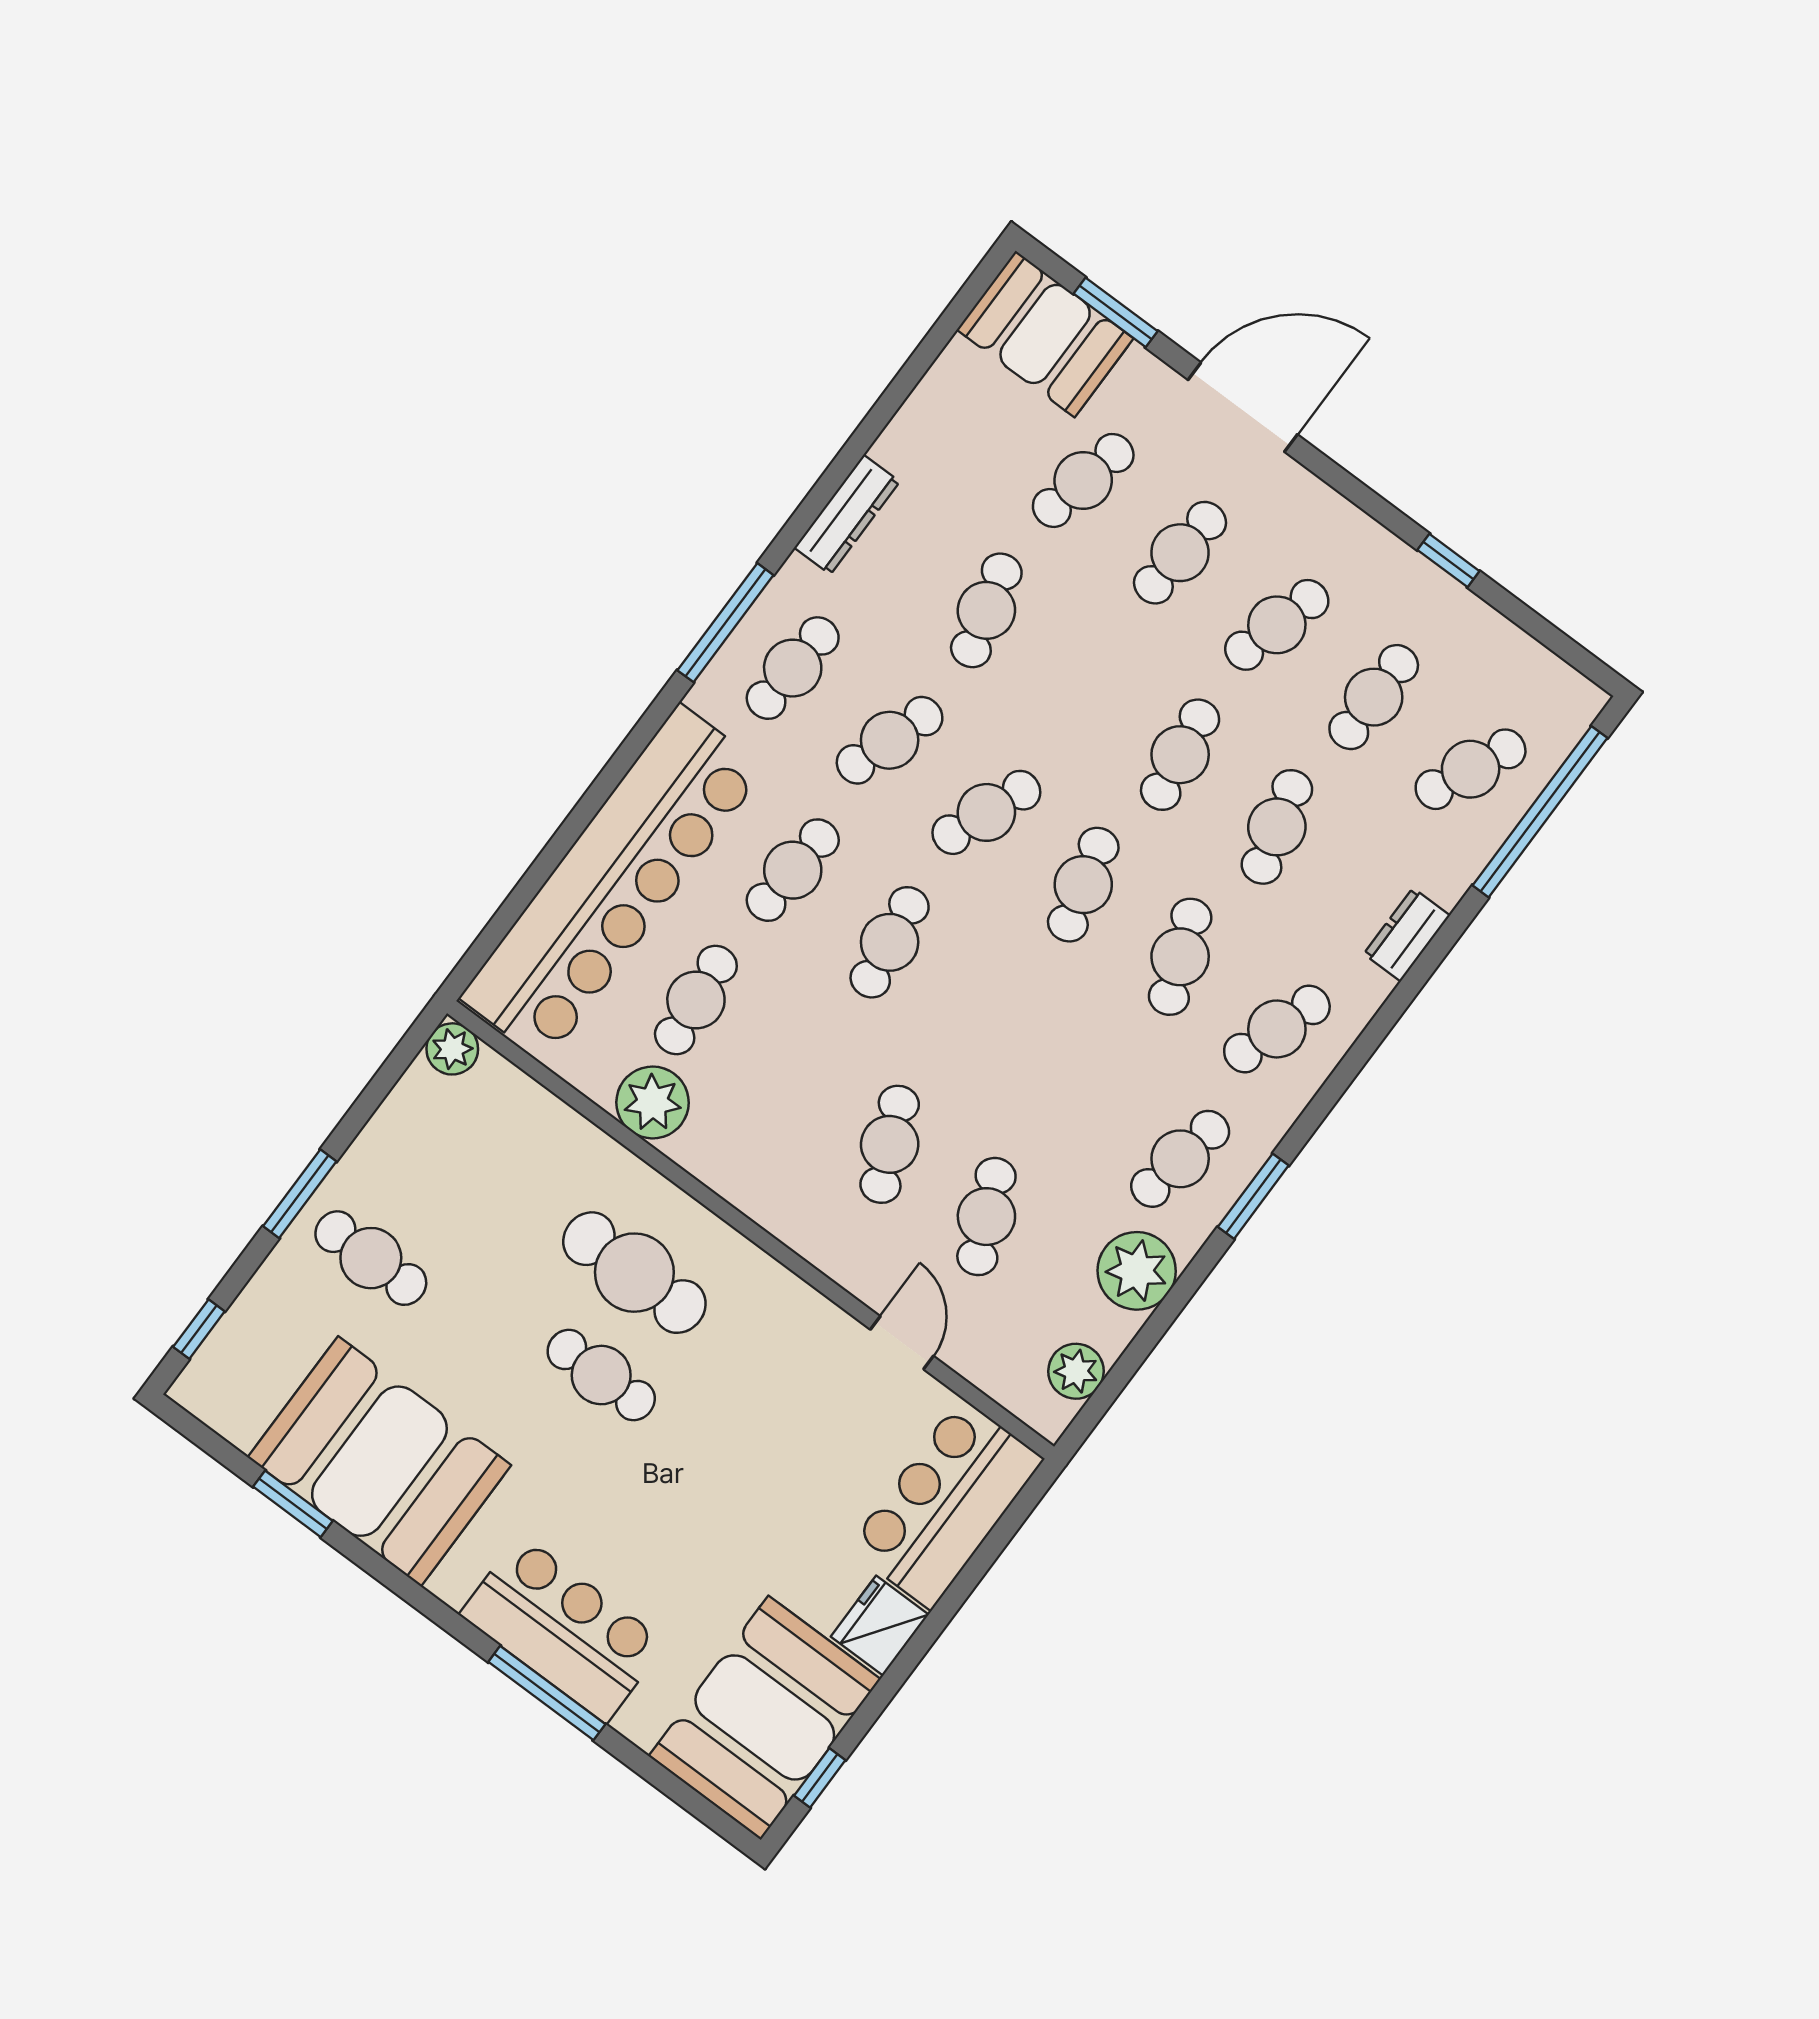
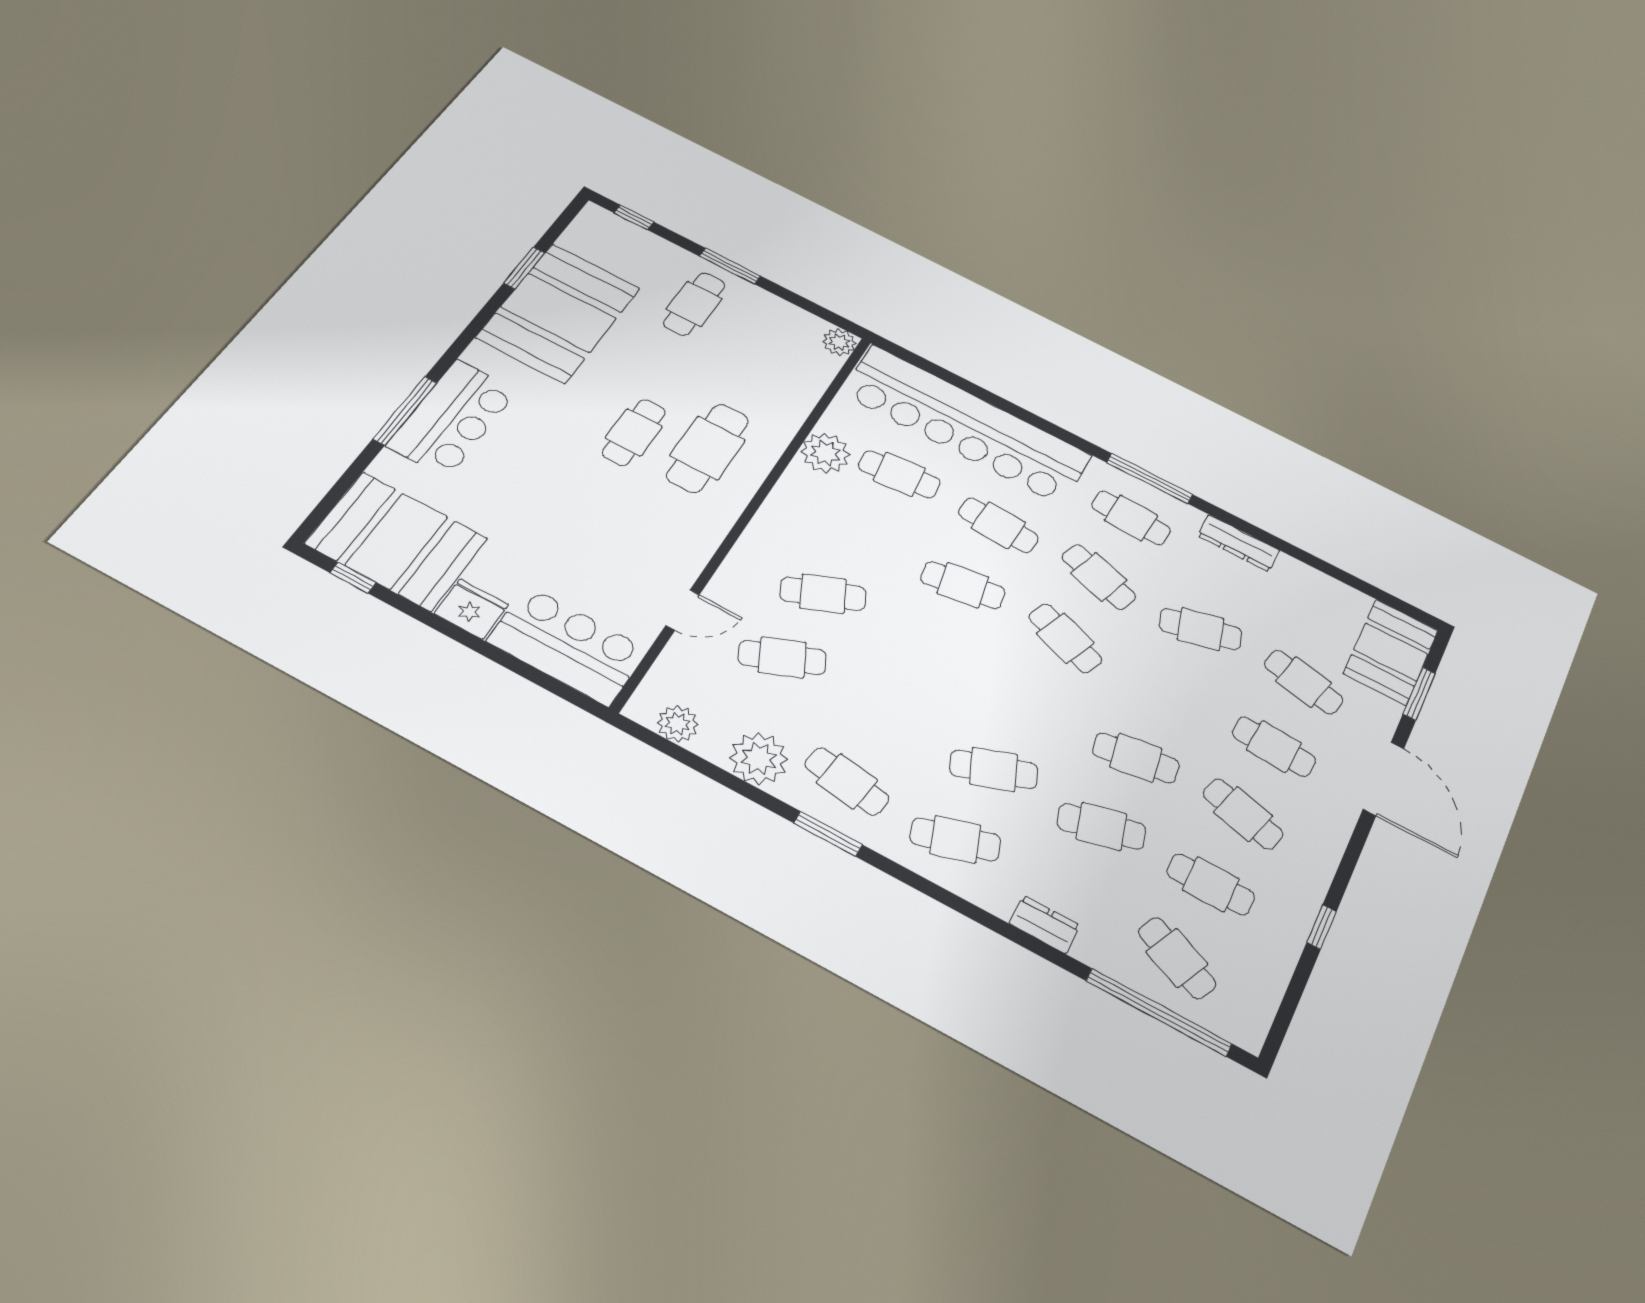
cafe table: (1083, 885) -> (1030, 702), removed
cafe table: (1277, 1029) -> (955, 839), turned -36

